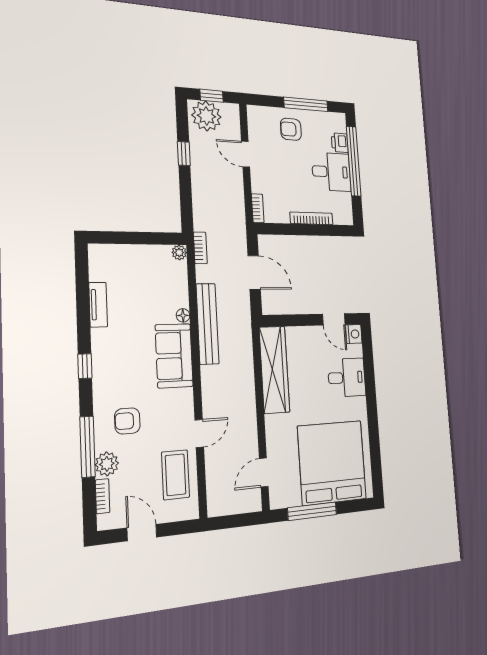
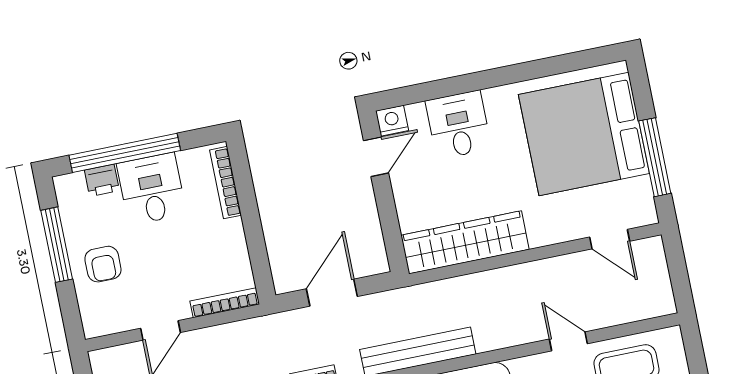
bookcase: (258, 208) -> (225, 303), width x1.56
bookcase: (311, 218) -> (225, 183), moved

